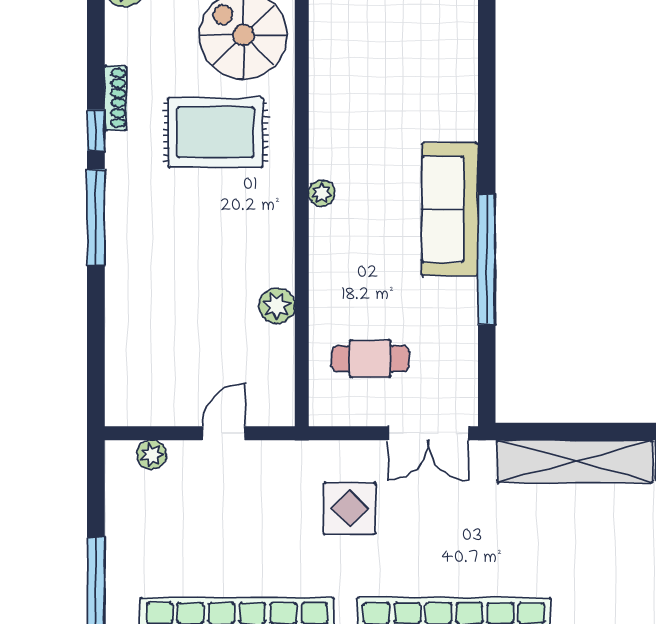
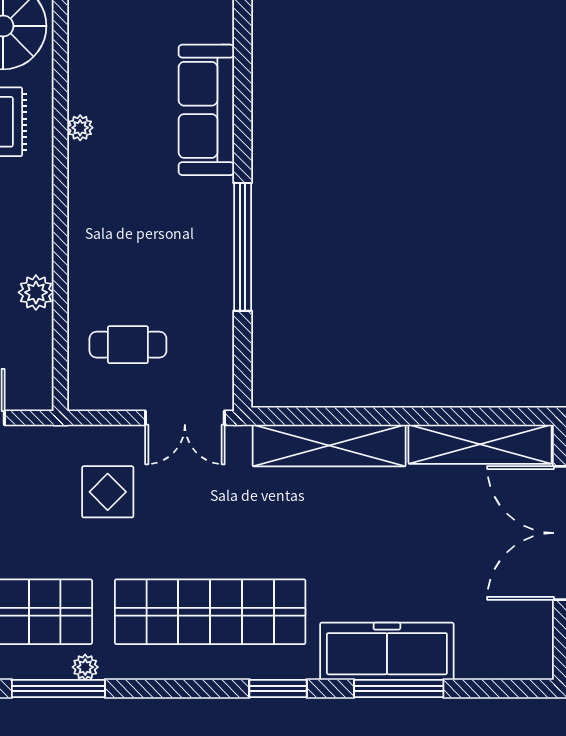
plant: (322, 193) -> (80, 128), moved
sofa: (450, 209) -> (206, 110), moved

